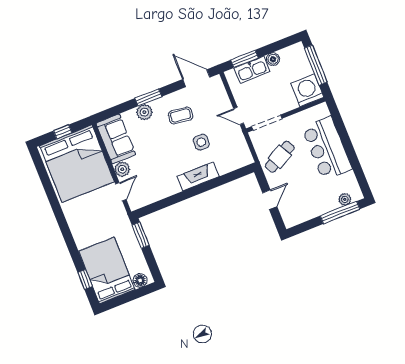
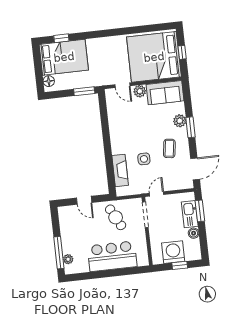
window: (316, 65) -> (180, 265), width x0.46
washing machine: (307, 90) -> (173, 252), moved, turned -90
fireplace: (198, 176) -> (120, 170), moved

